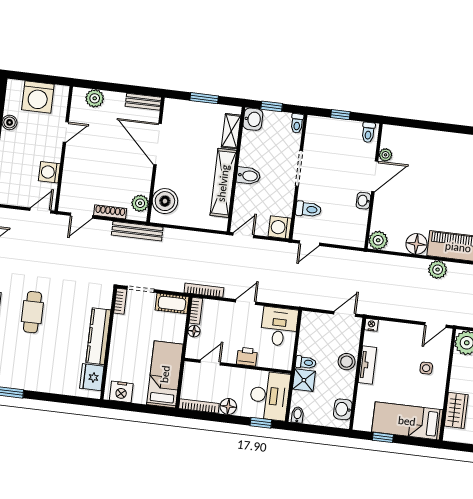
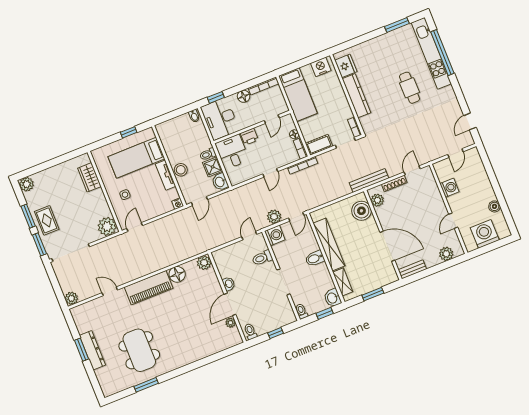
door: (40, 211) -> (455, 153), moved
plant: (438, 270) -> (274, 217), moved
desk: (279, 327) -> (232, 152), moved, turned 180
shower: (304, 380) -> (213, 167), moved
washbasin: (343, 409) -> (220, 182), moved, turned 180
bed: (407, 421) -> (136, 158), moved, turned 180

